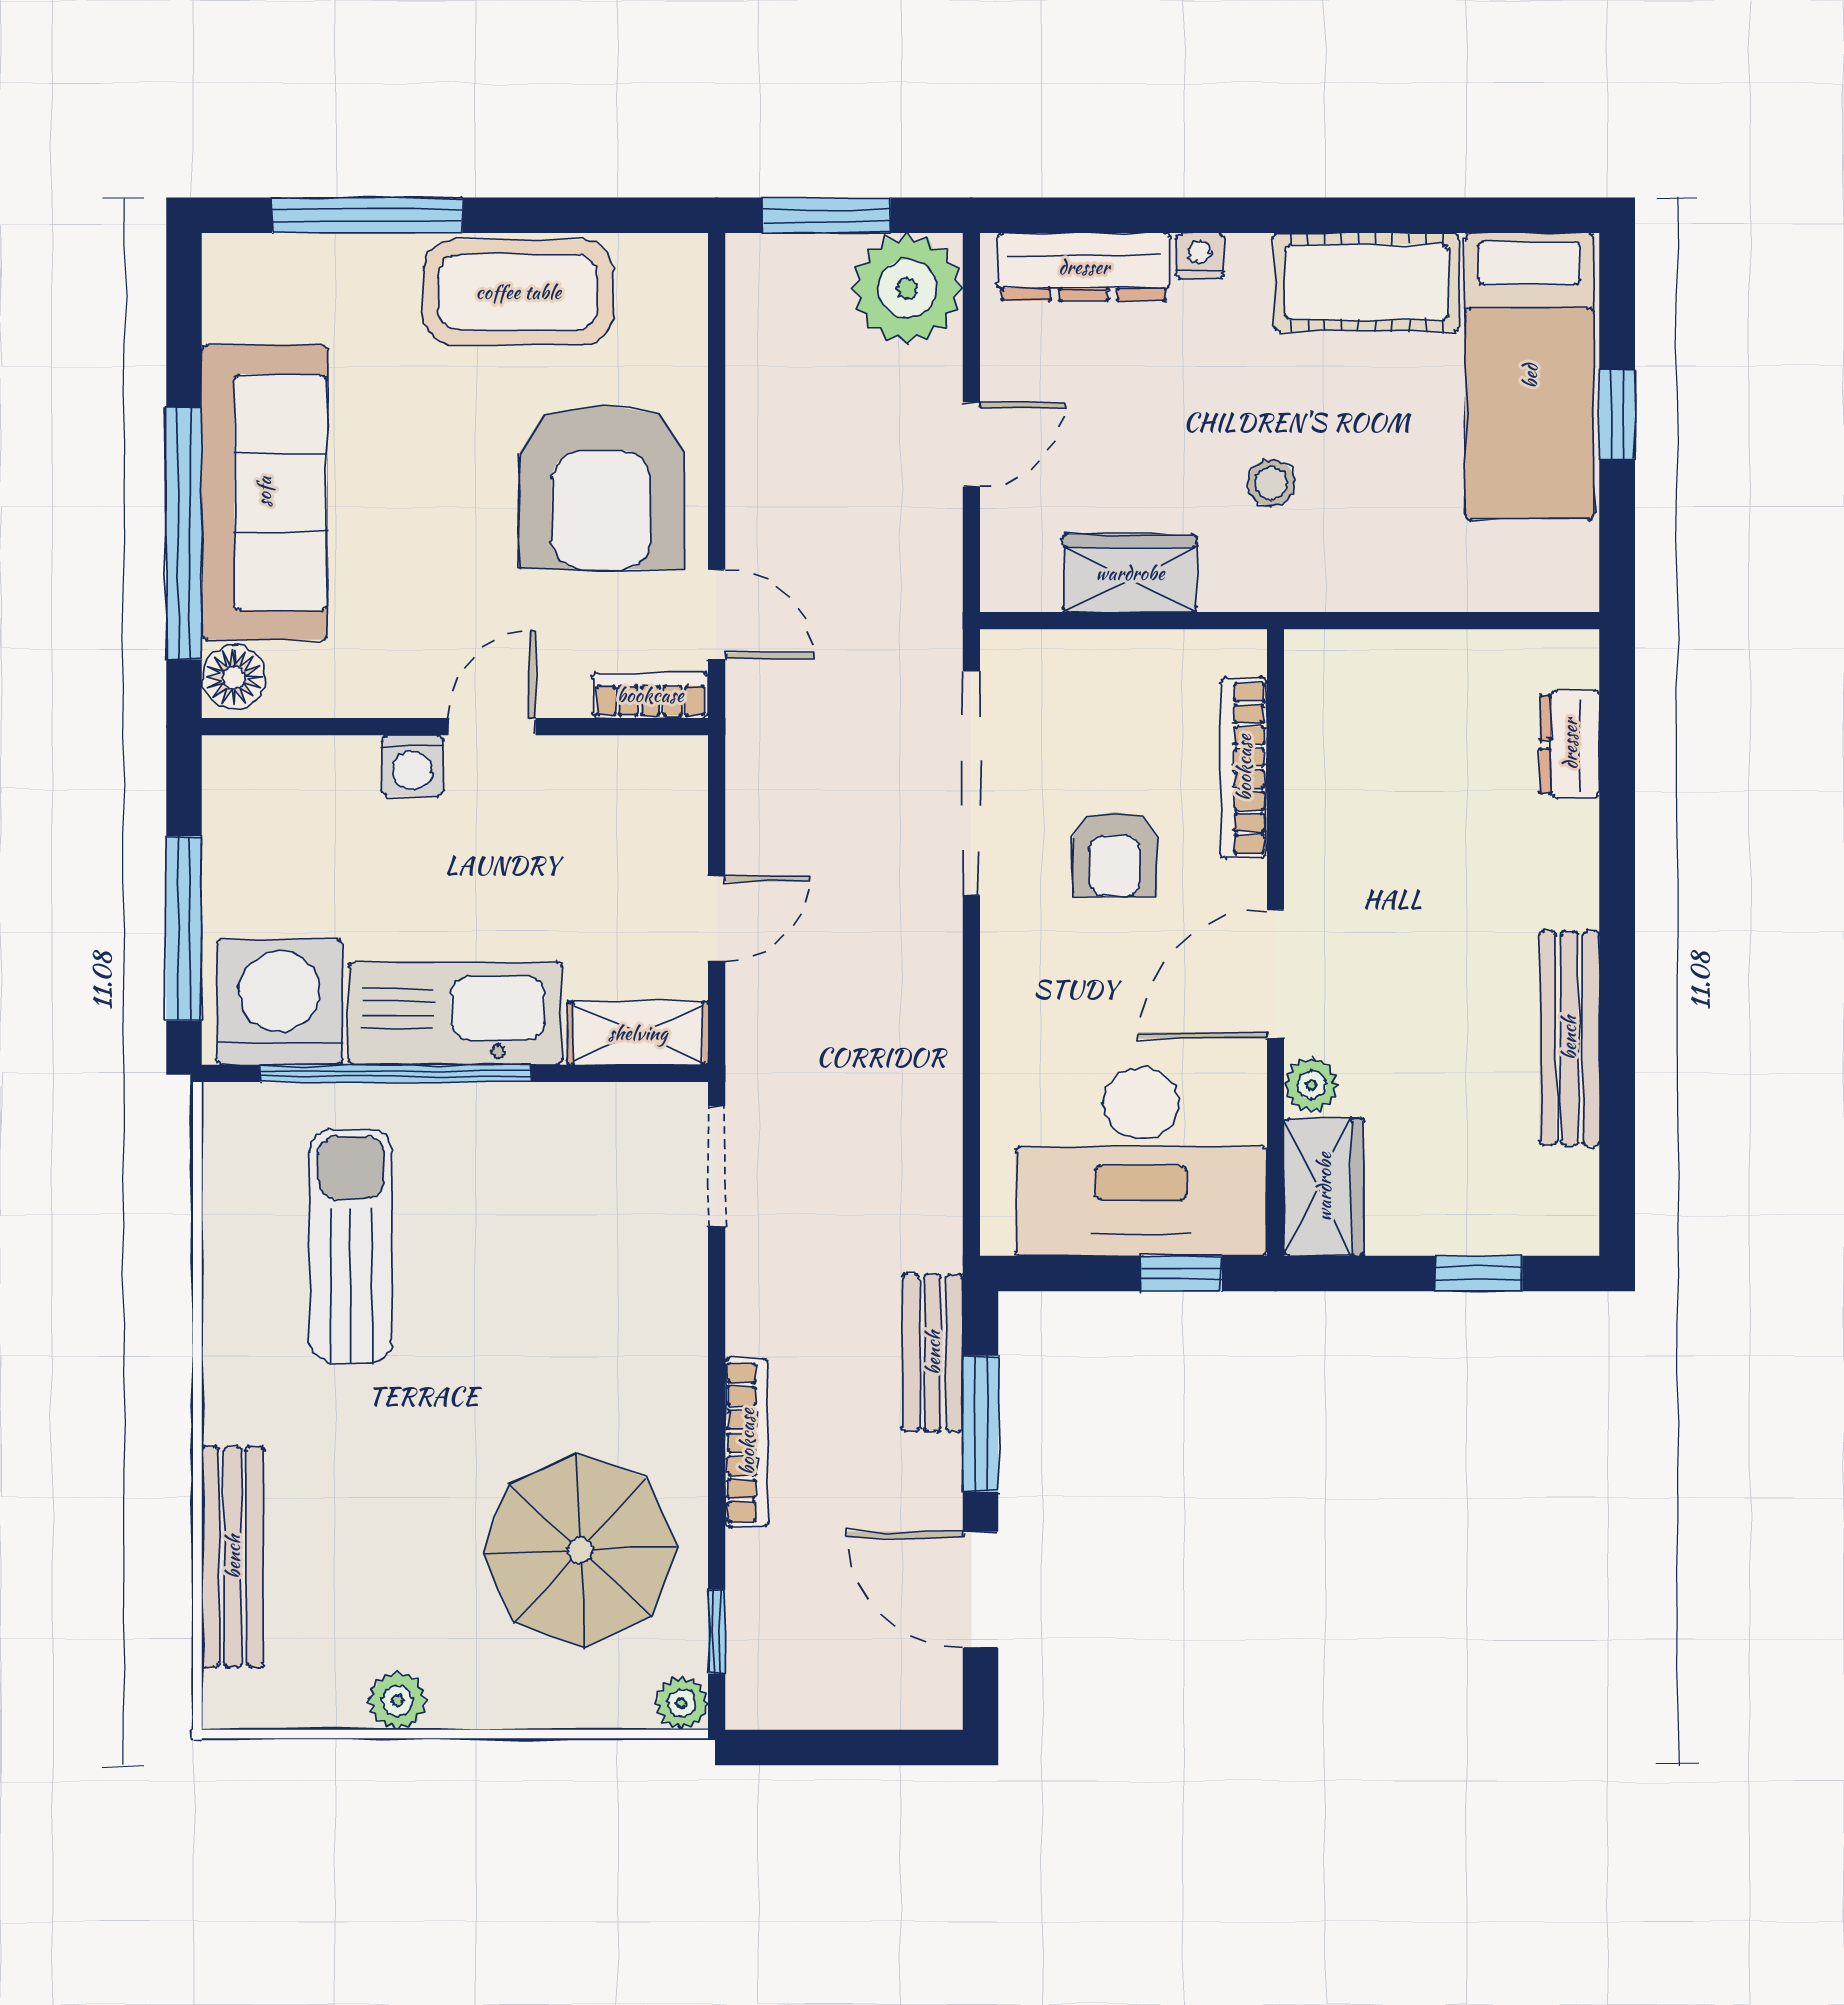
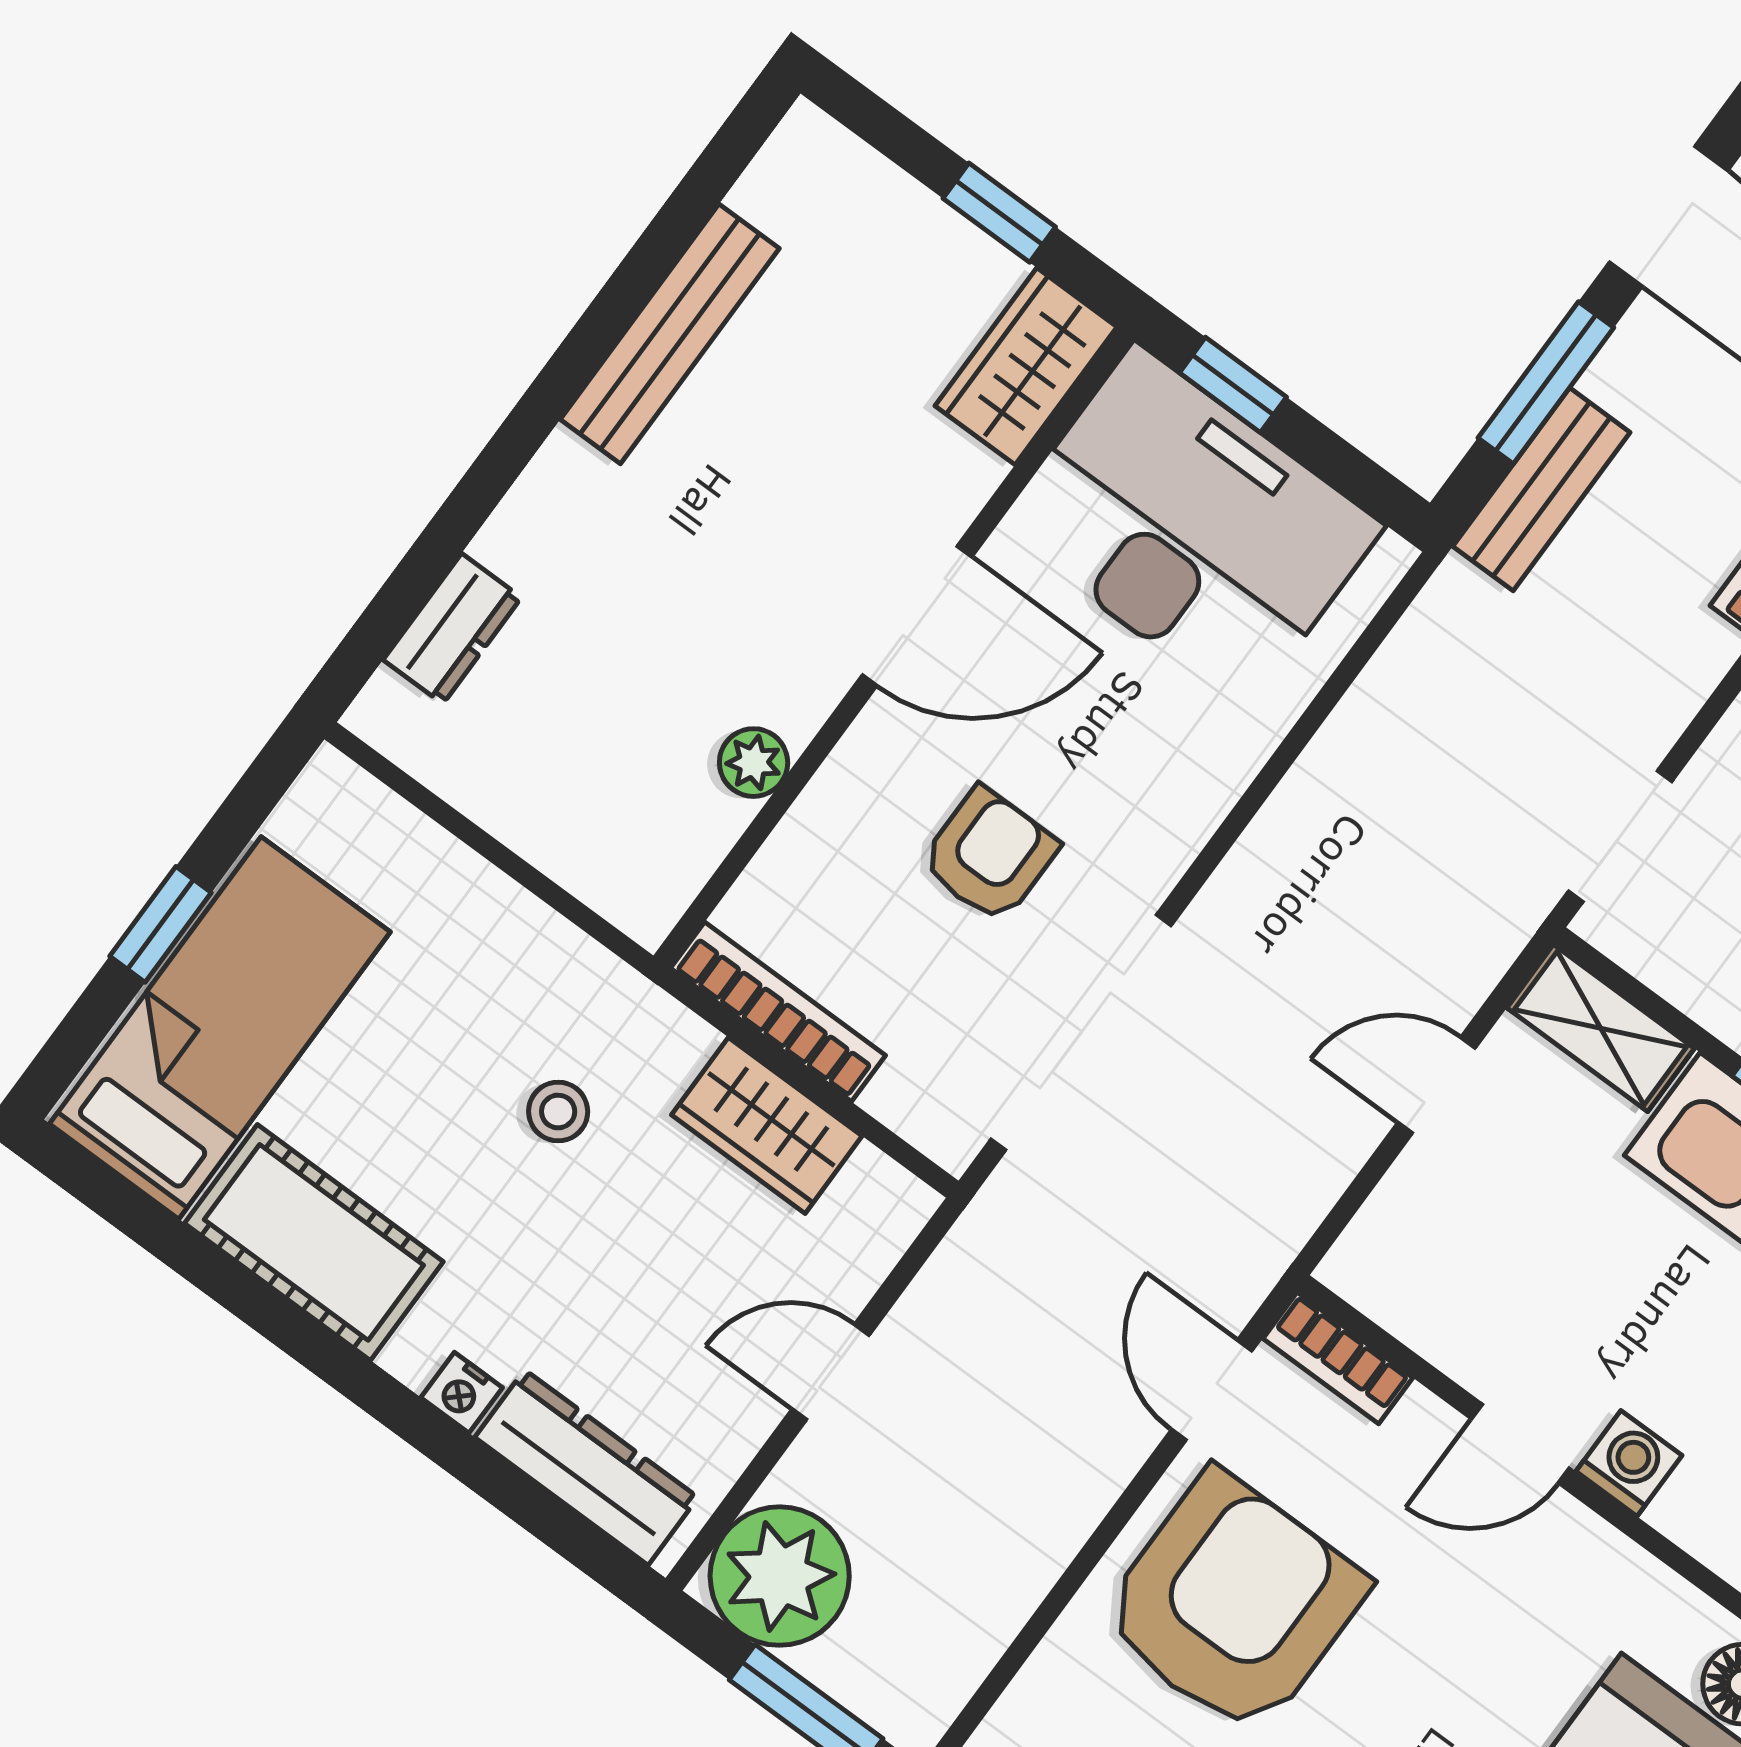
bookcase: (1244, 768) -> (778, 1012), moved, turned -90
plant: (1311, 1085) -> (754, 763), moved
window: (1479, 1273) -> (999, 213), moved

